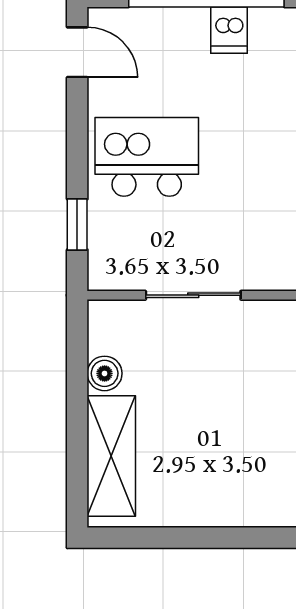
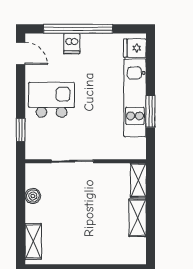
dishwasher: (229, 30) -> (72, 44), moved
shelving: (111, 456) -> (33, 242), width x0.67, depth x0.75

